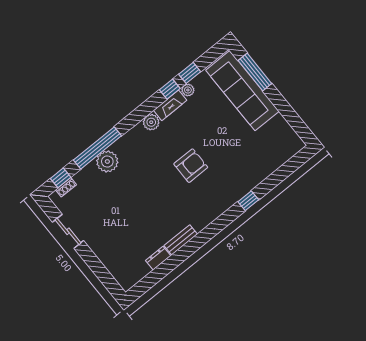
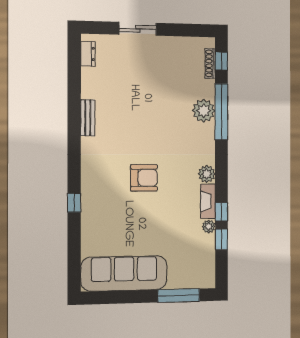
sofa: (242, 91) -> (124, 273), moved
armchair: (191, 166) -> (144, 178), turned -90
shoe rack: (66, 187) -> (210, 63), width x1.43
sliding door: (68, 231) -> (138, 29), moved
dresser: (158, 258) -> (88, 54), moved

